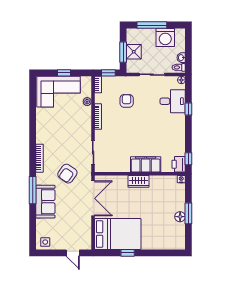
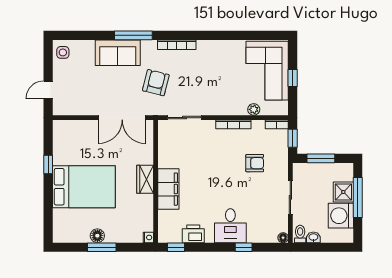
shower: (134, 52) -> (343, 192), moved
desk: (173, 101) -> (230, 226), moved
printer: (179, 164) -> (193, 234), moved
armchair: (67, 174) -> (156, 83), turned 69
bed: (118, 234) -> (84, 187), moved, turned -90

